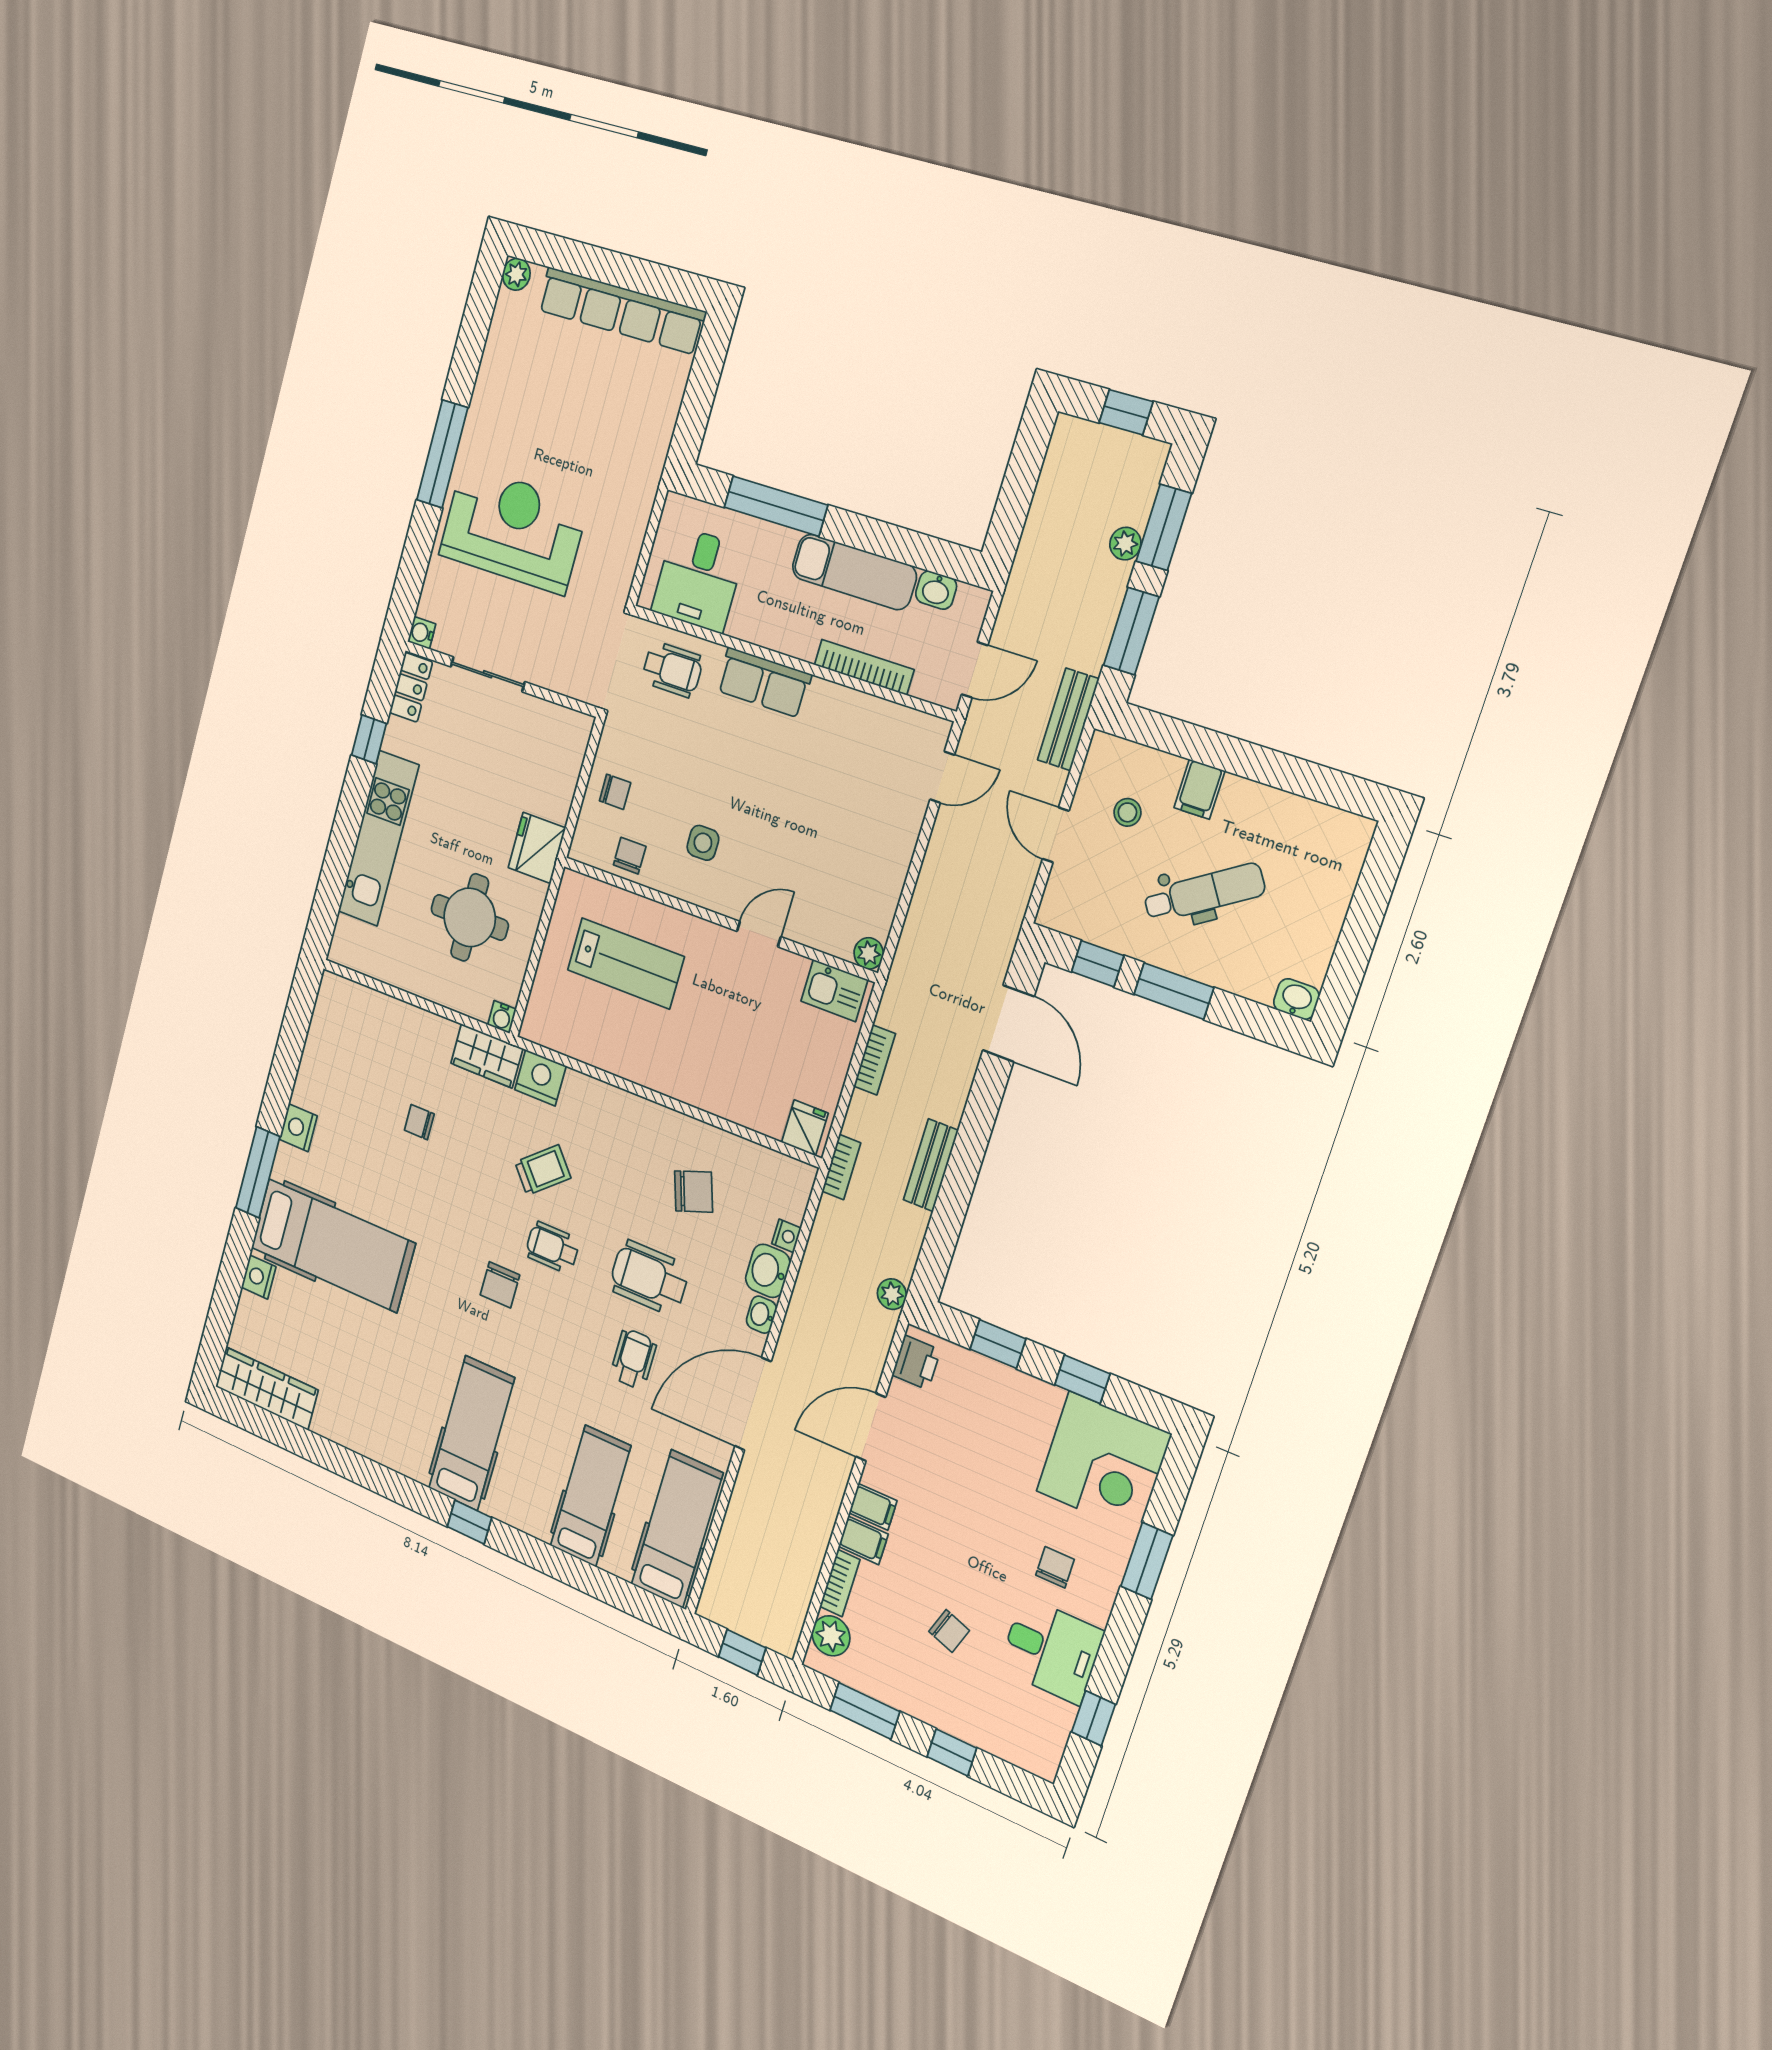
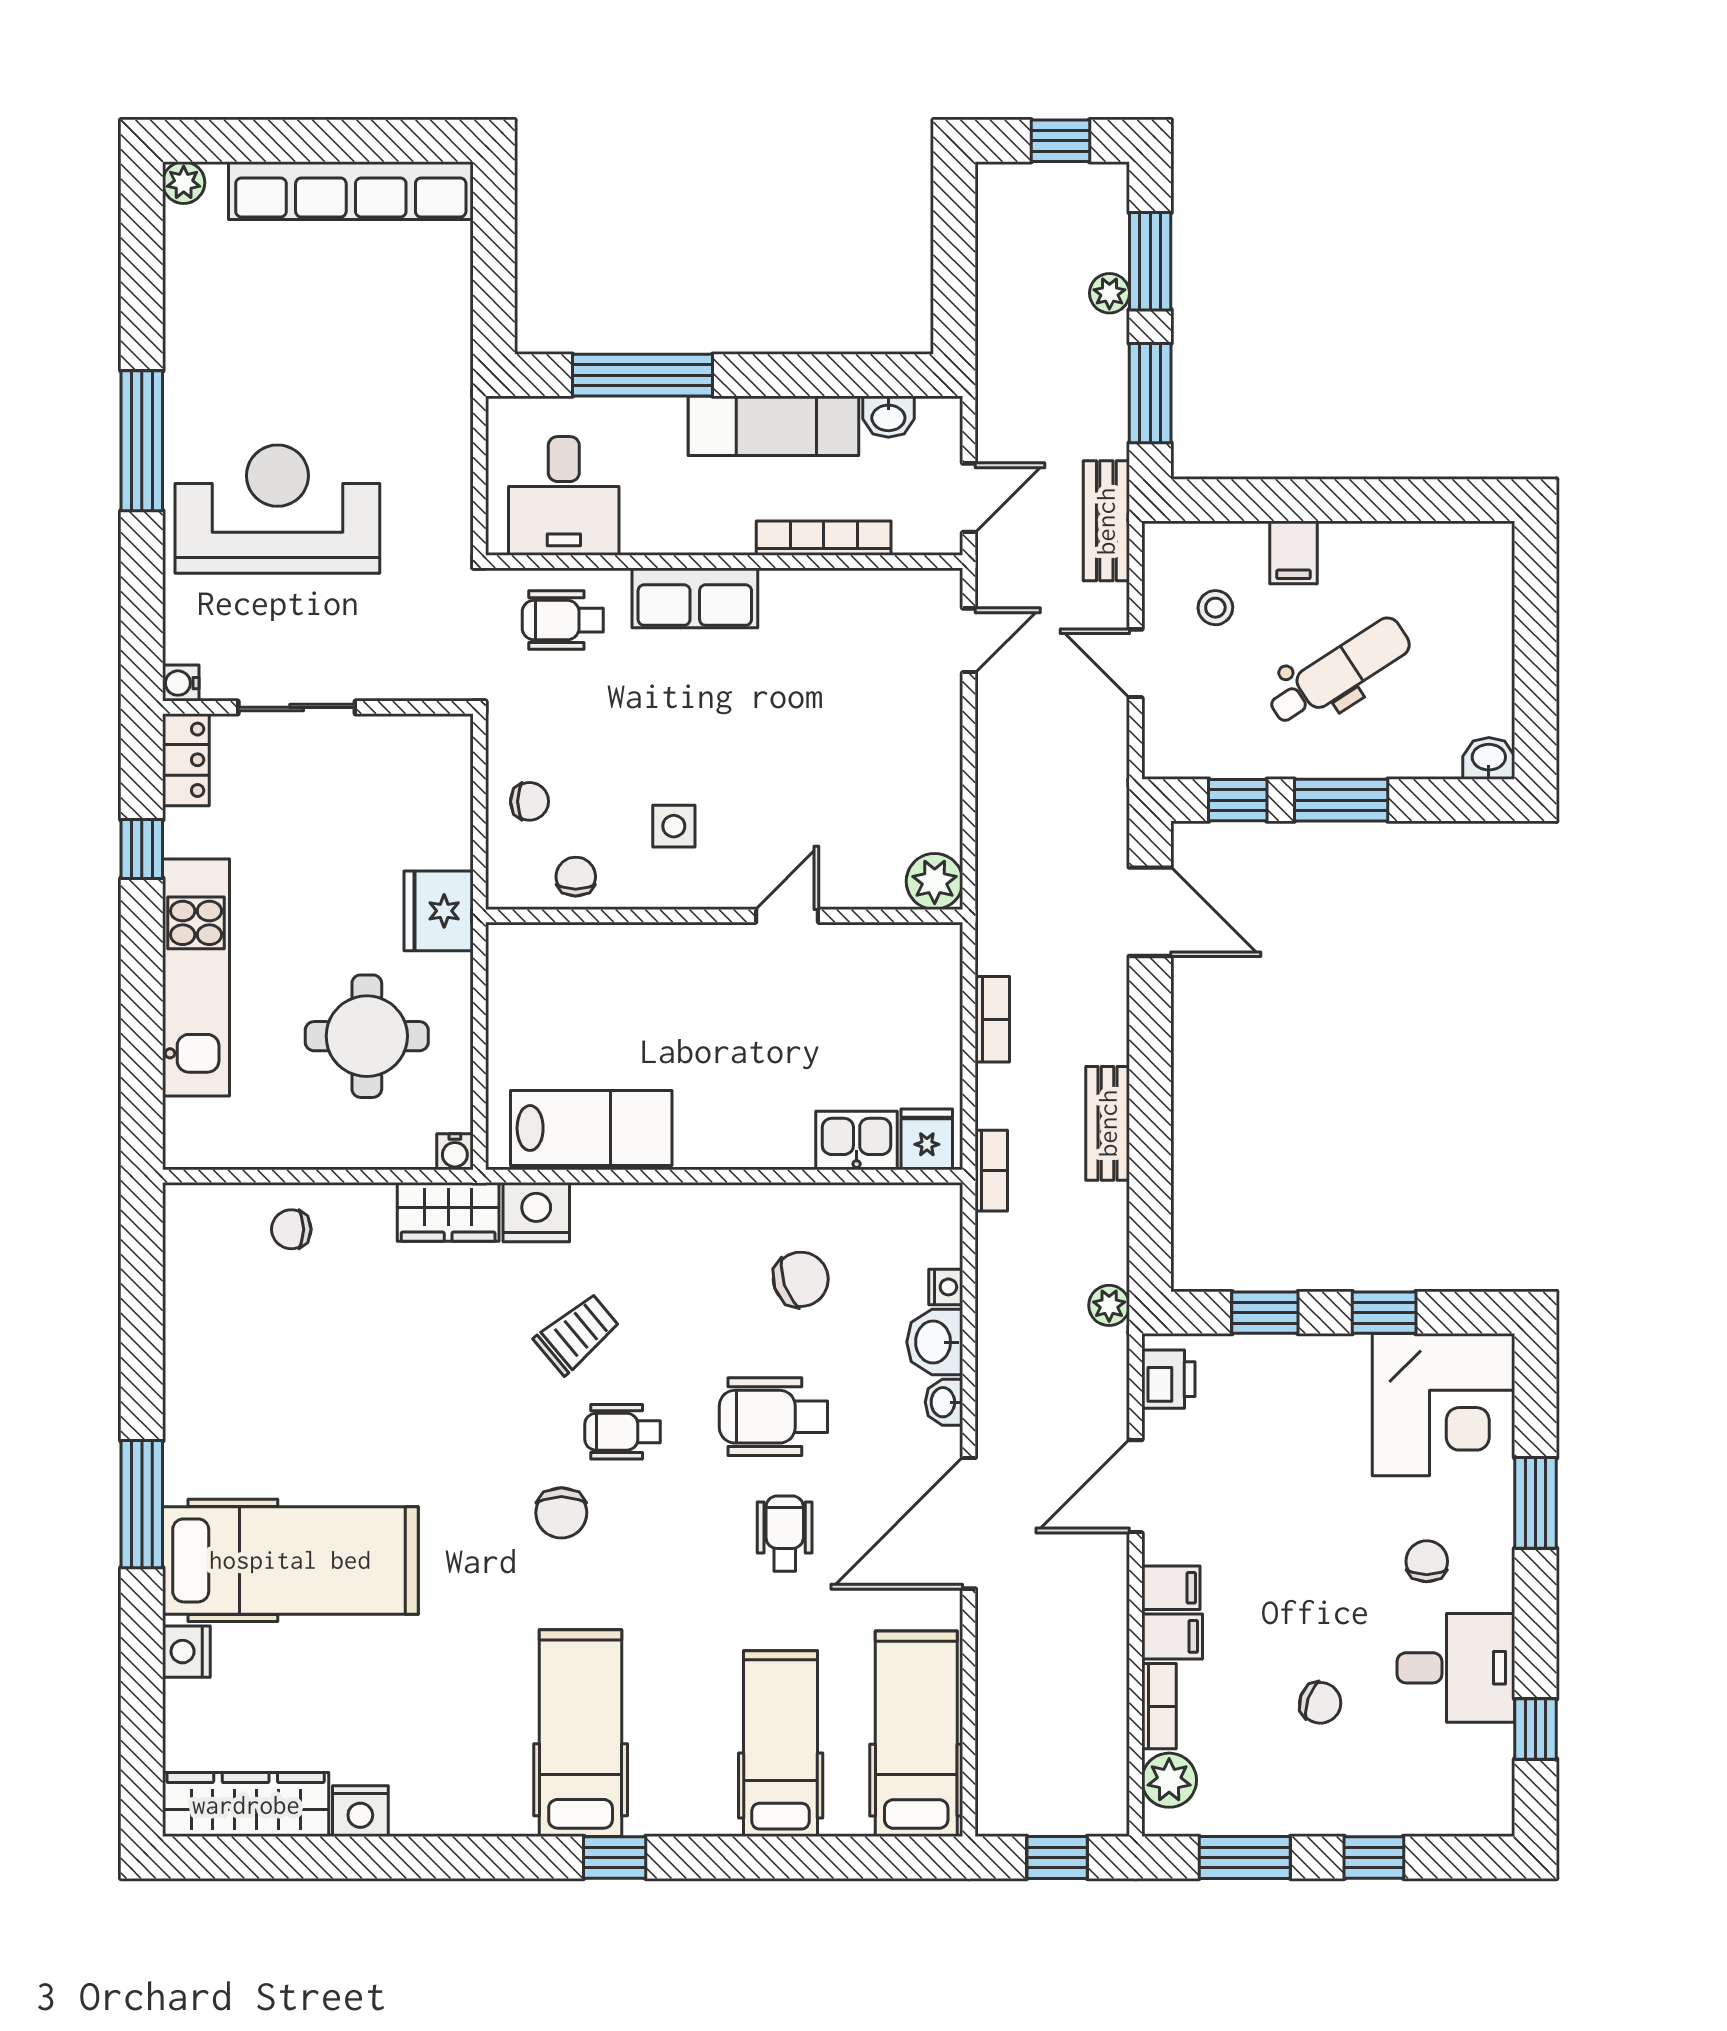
wheelchair: (672, 669) -> (563, 620), turned 180
plant: (869, 953) -> (935, 881), width x1.38, depth x1.38
lab bench: (626, 963) -> (591, 1128), moved
kitchen sink: (834, 991) -> (857, 1141), moved, turned 180
chair: (419, 1122) -> (291, 1229), moved
nightstand: (298, 1128) -> (360, 1811), moved, turned -90

